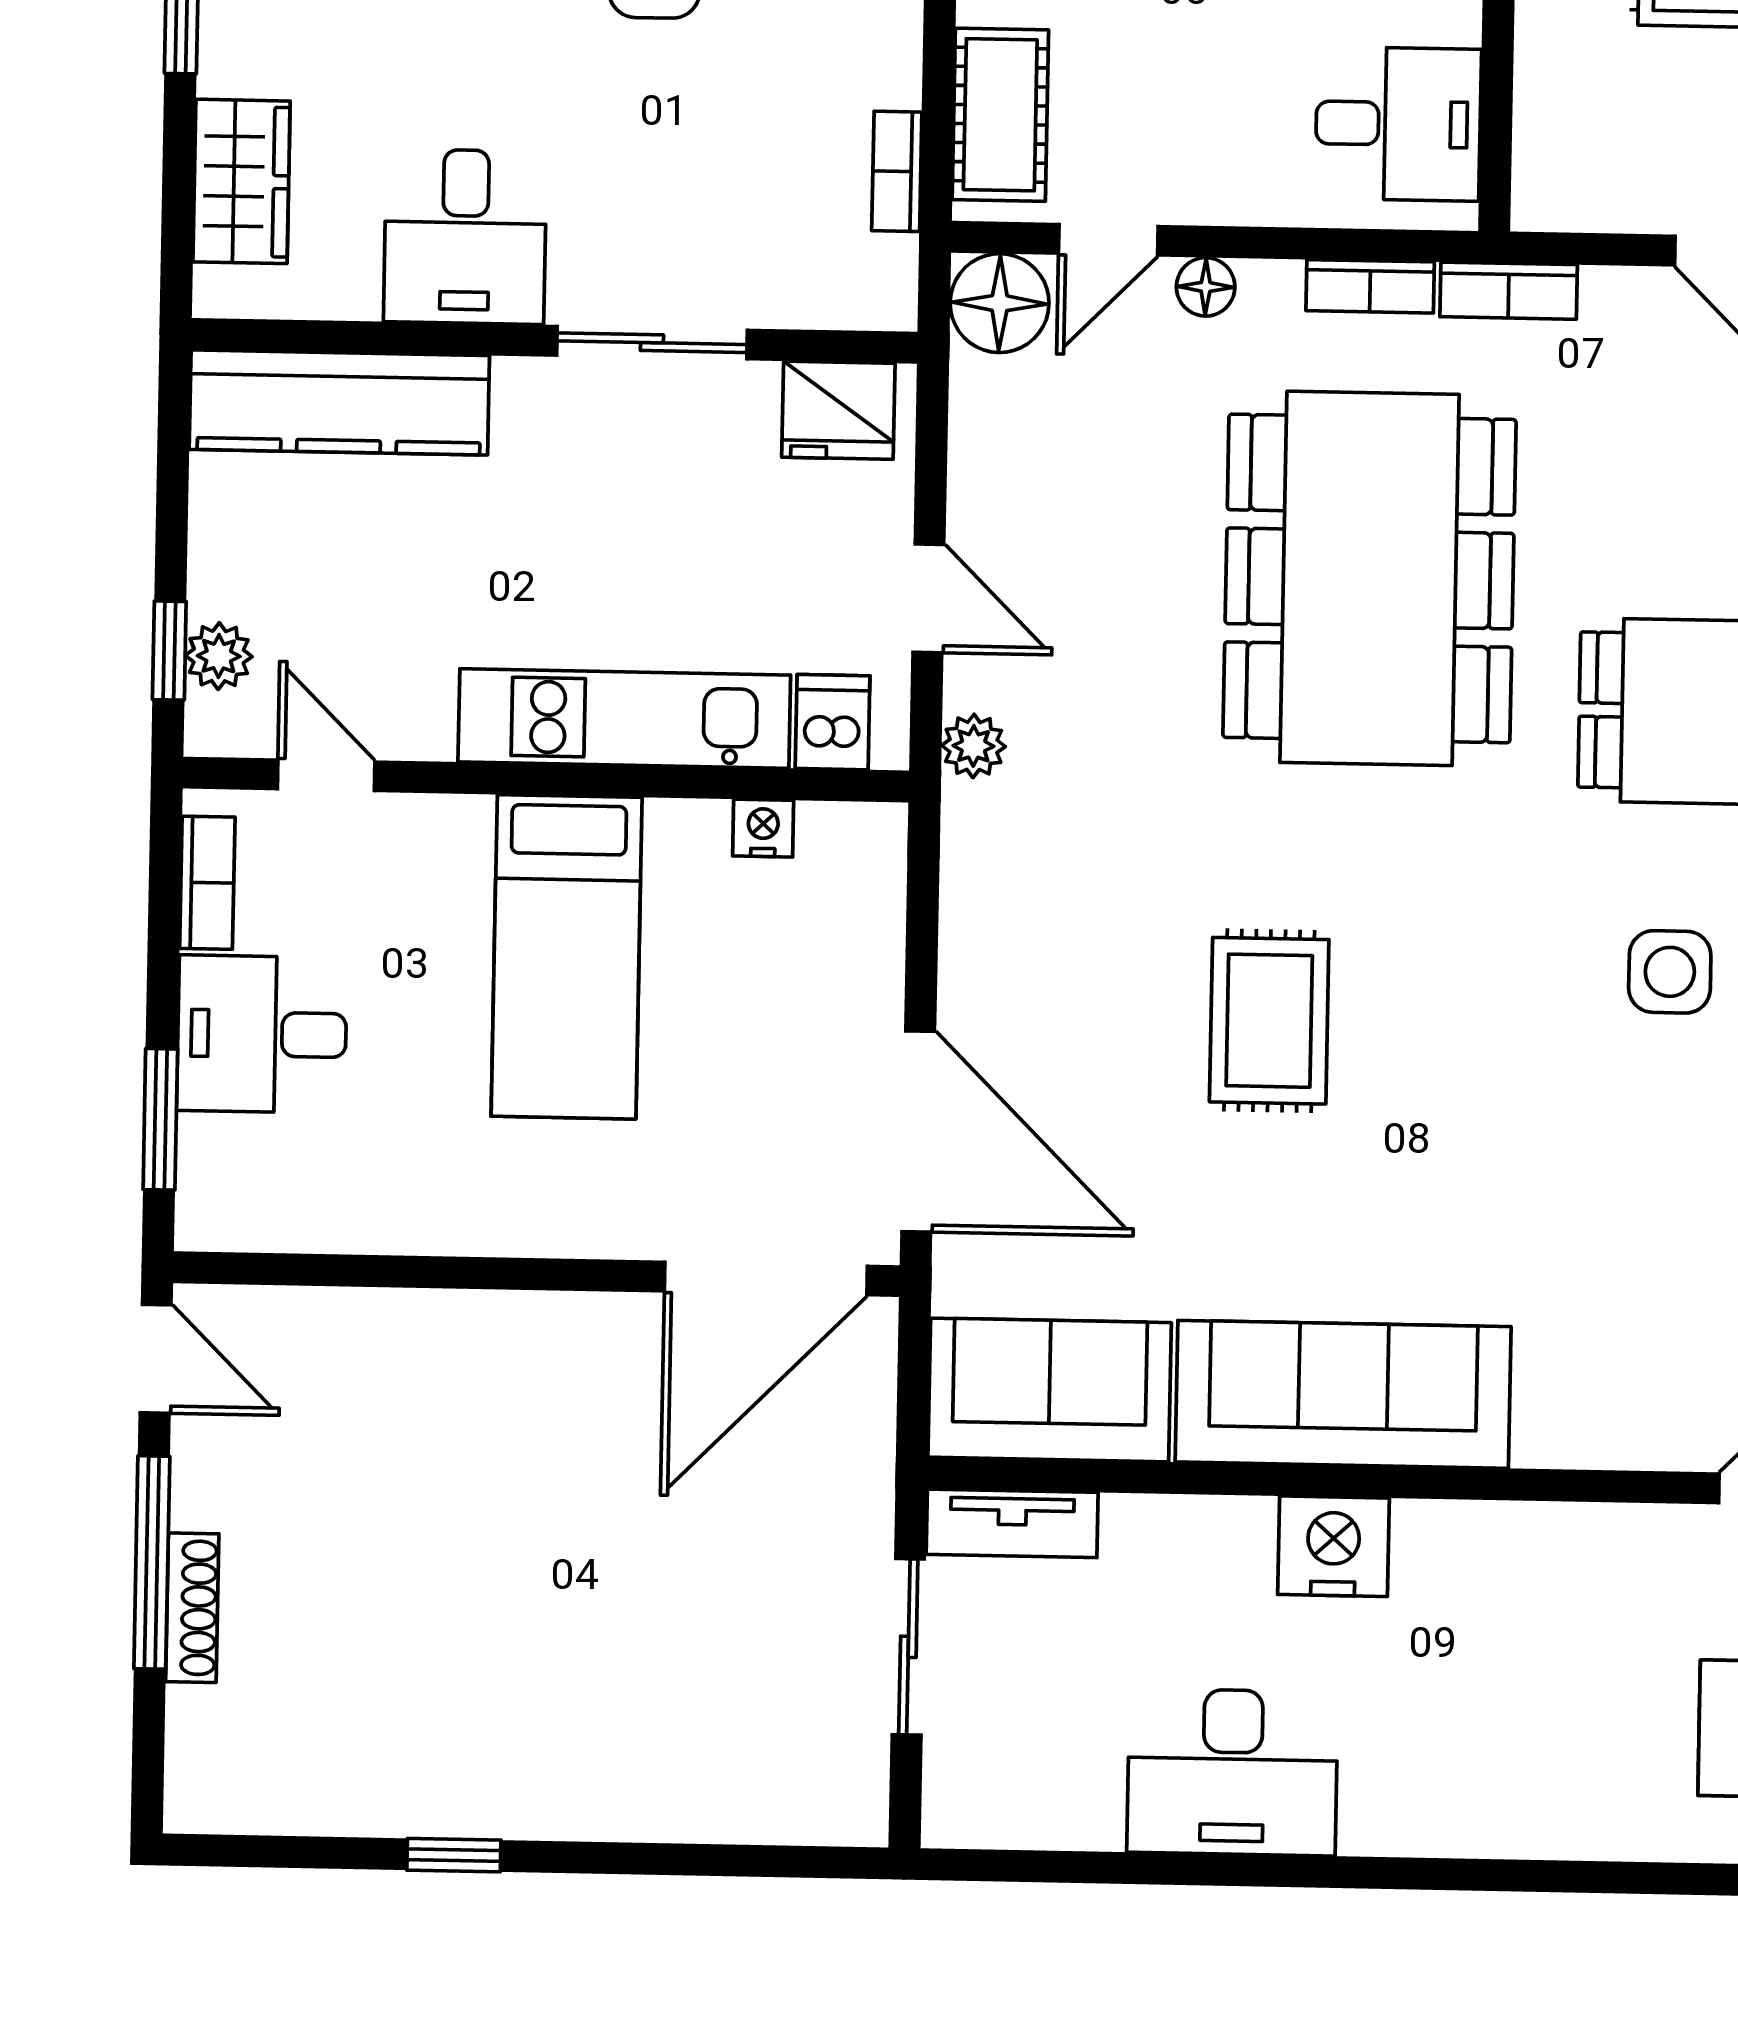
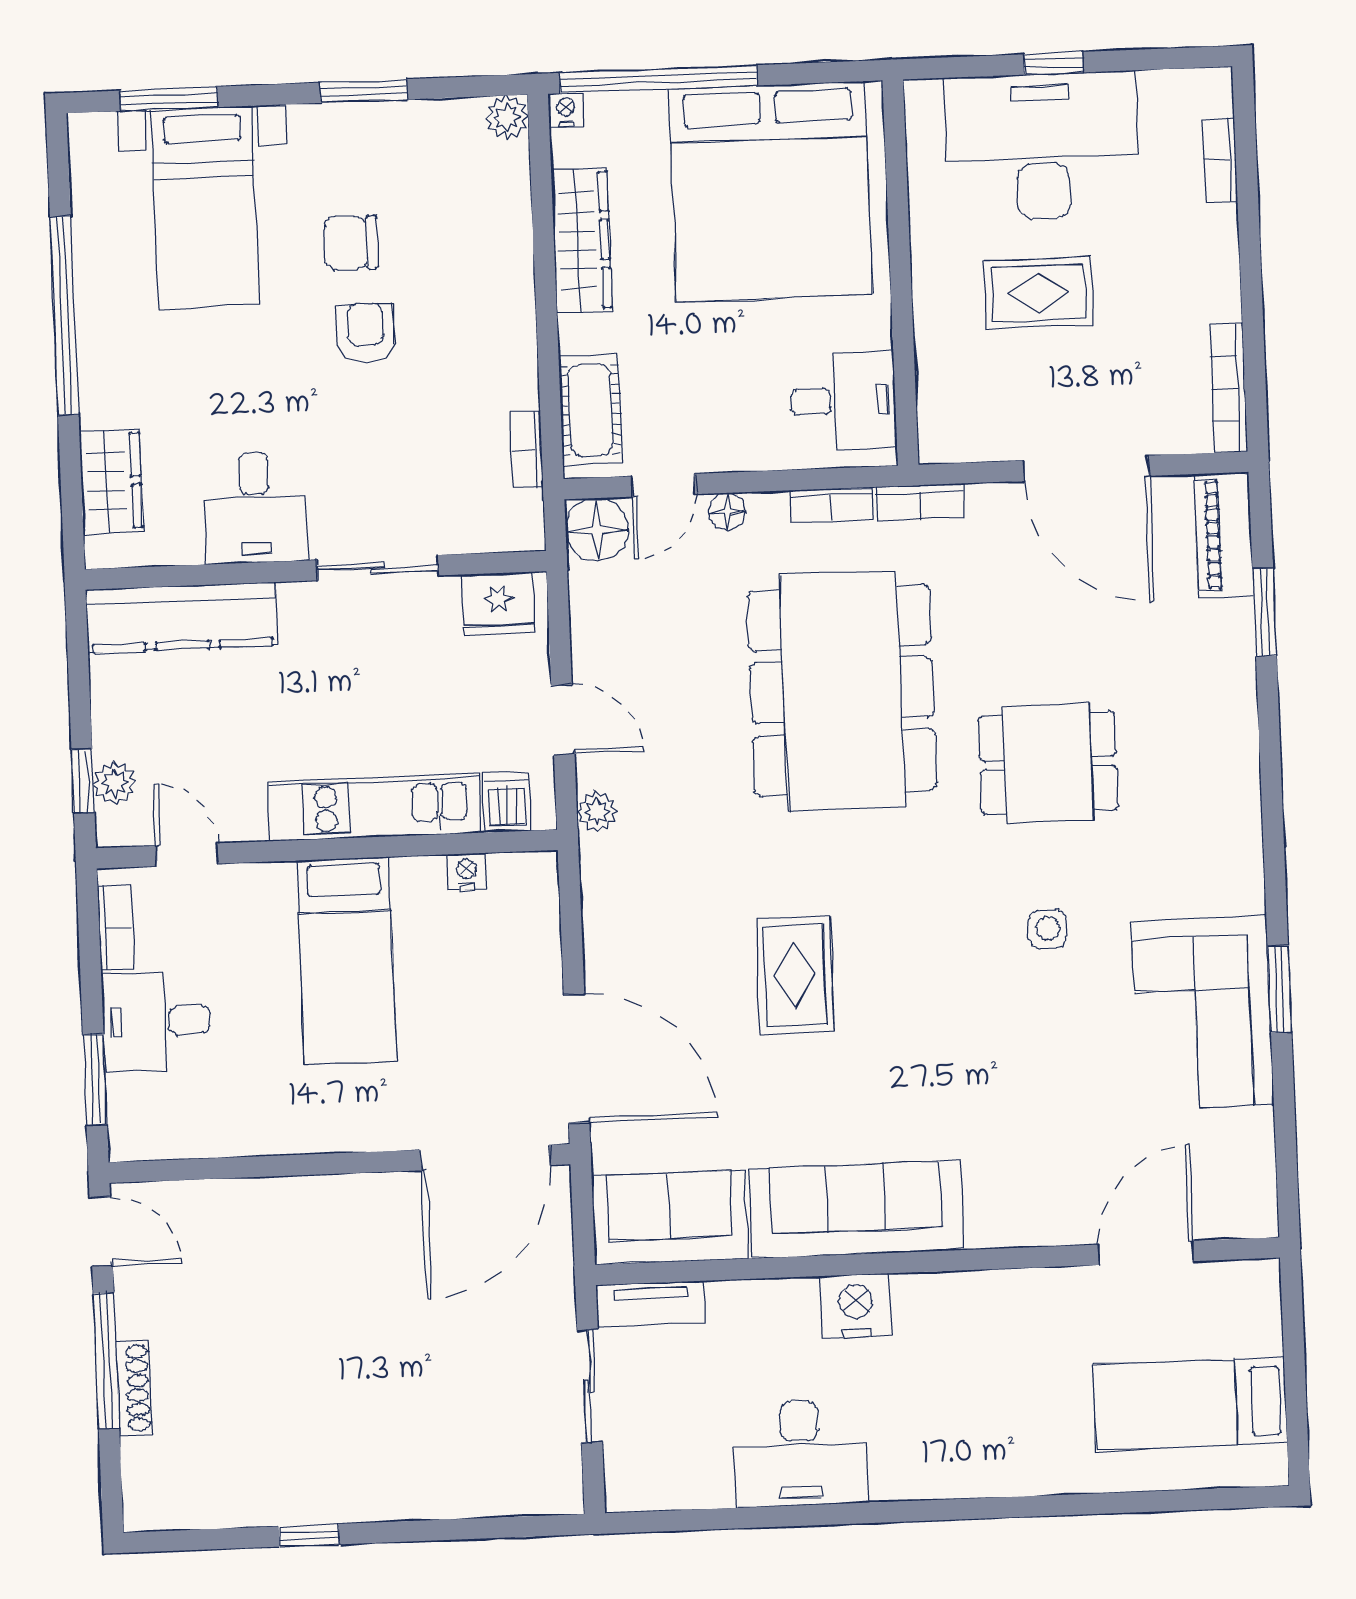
side table: (1670, 972) -> (1048, 929), width x0.73, depth x0.73

